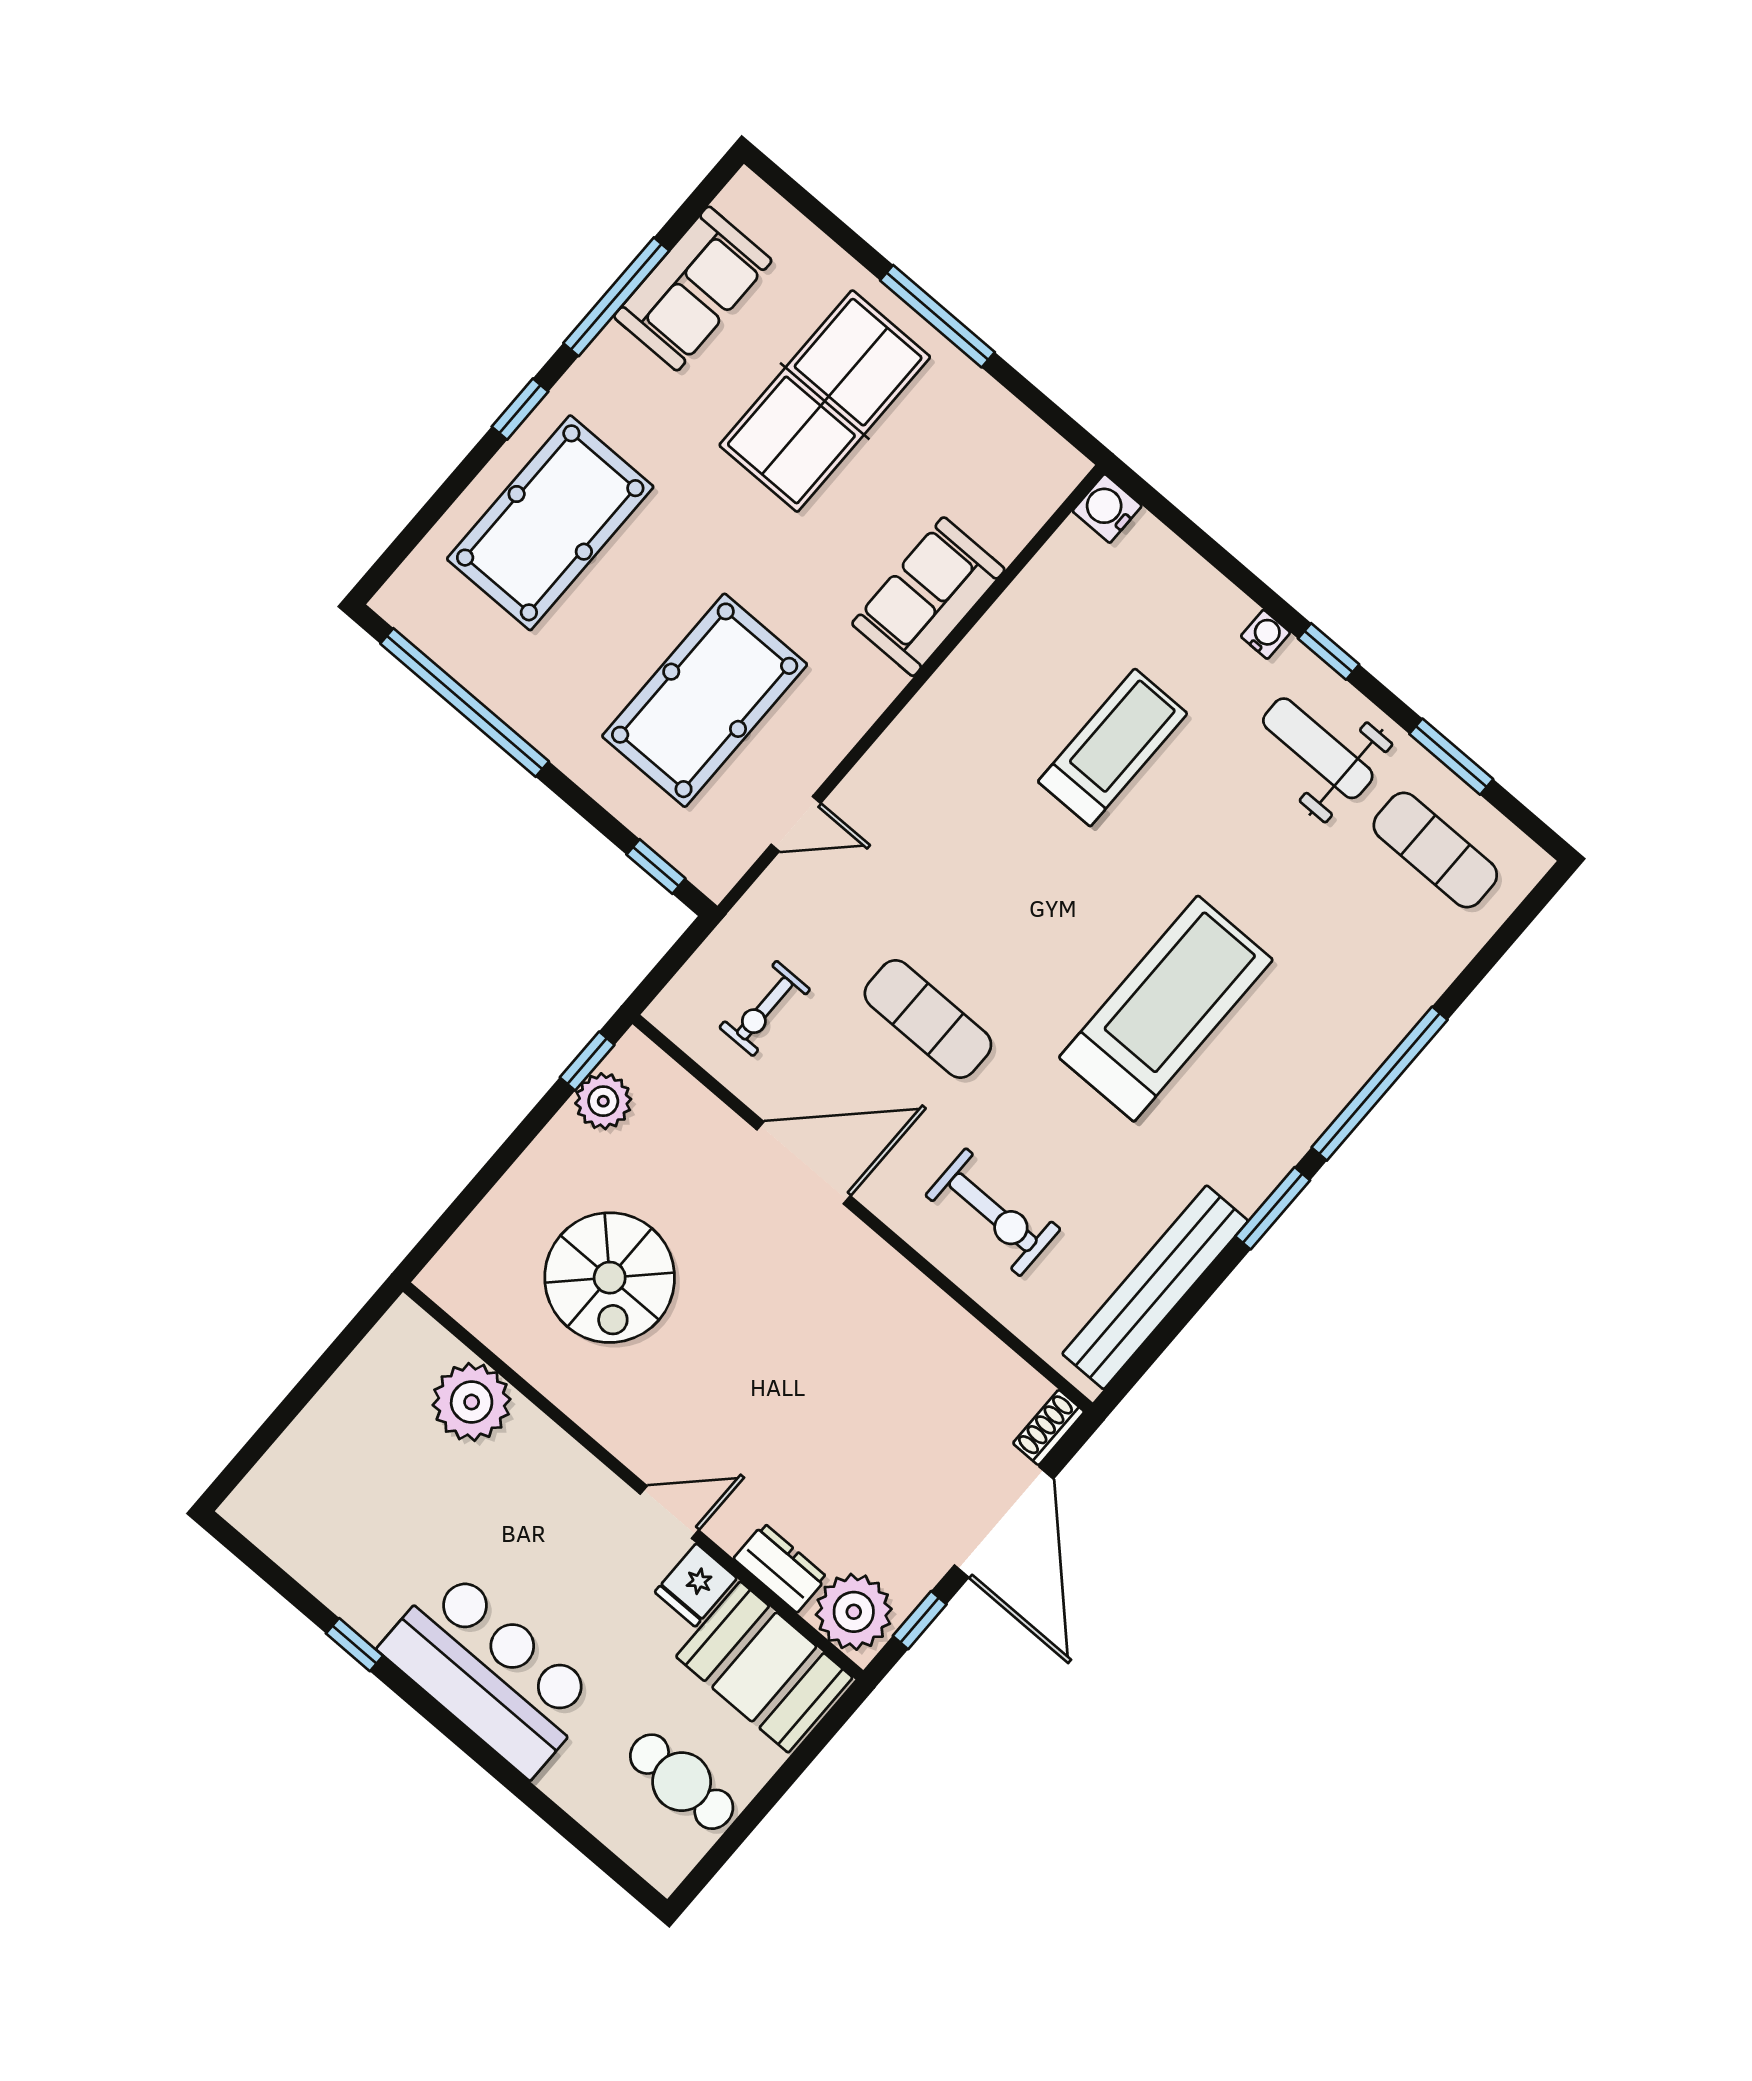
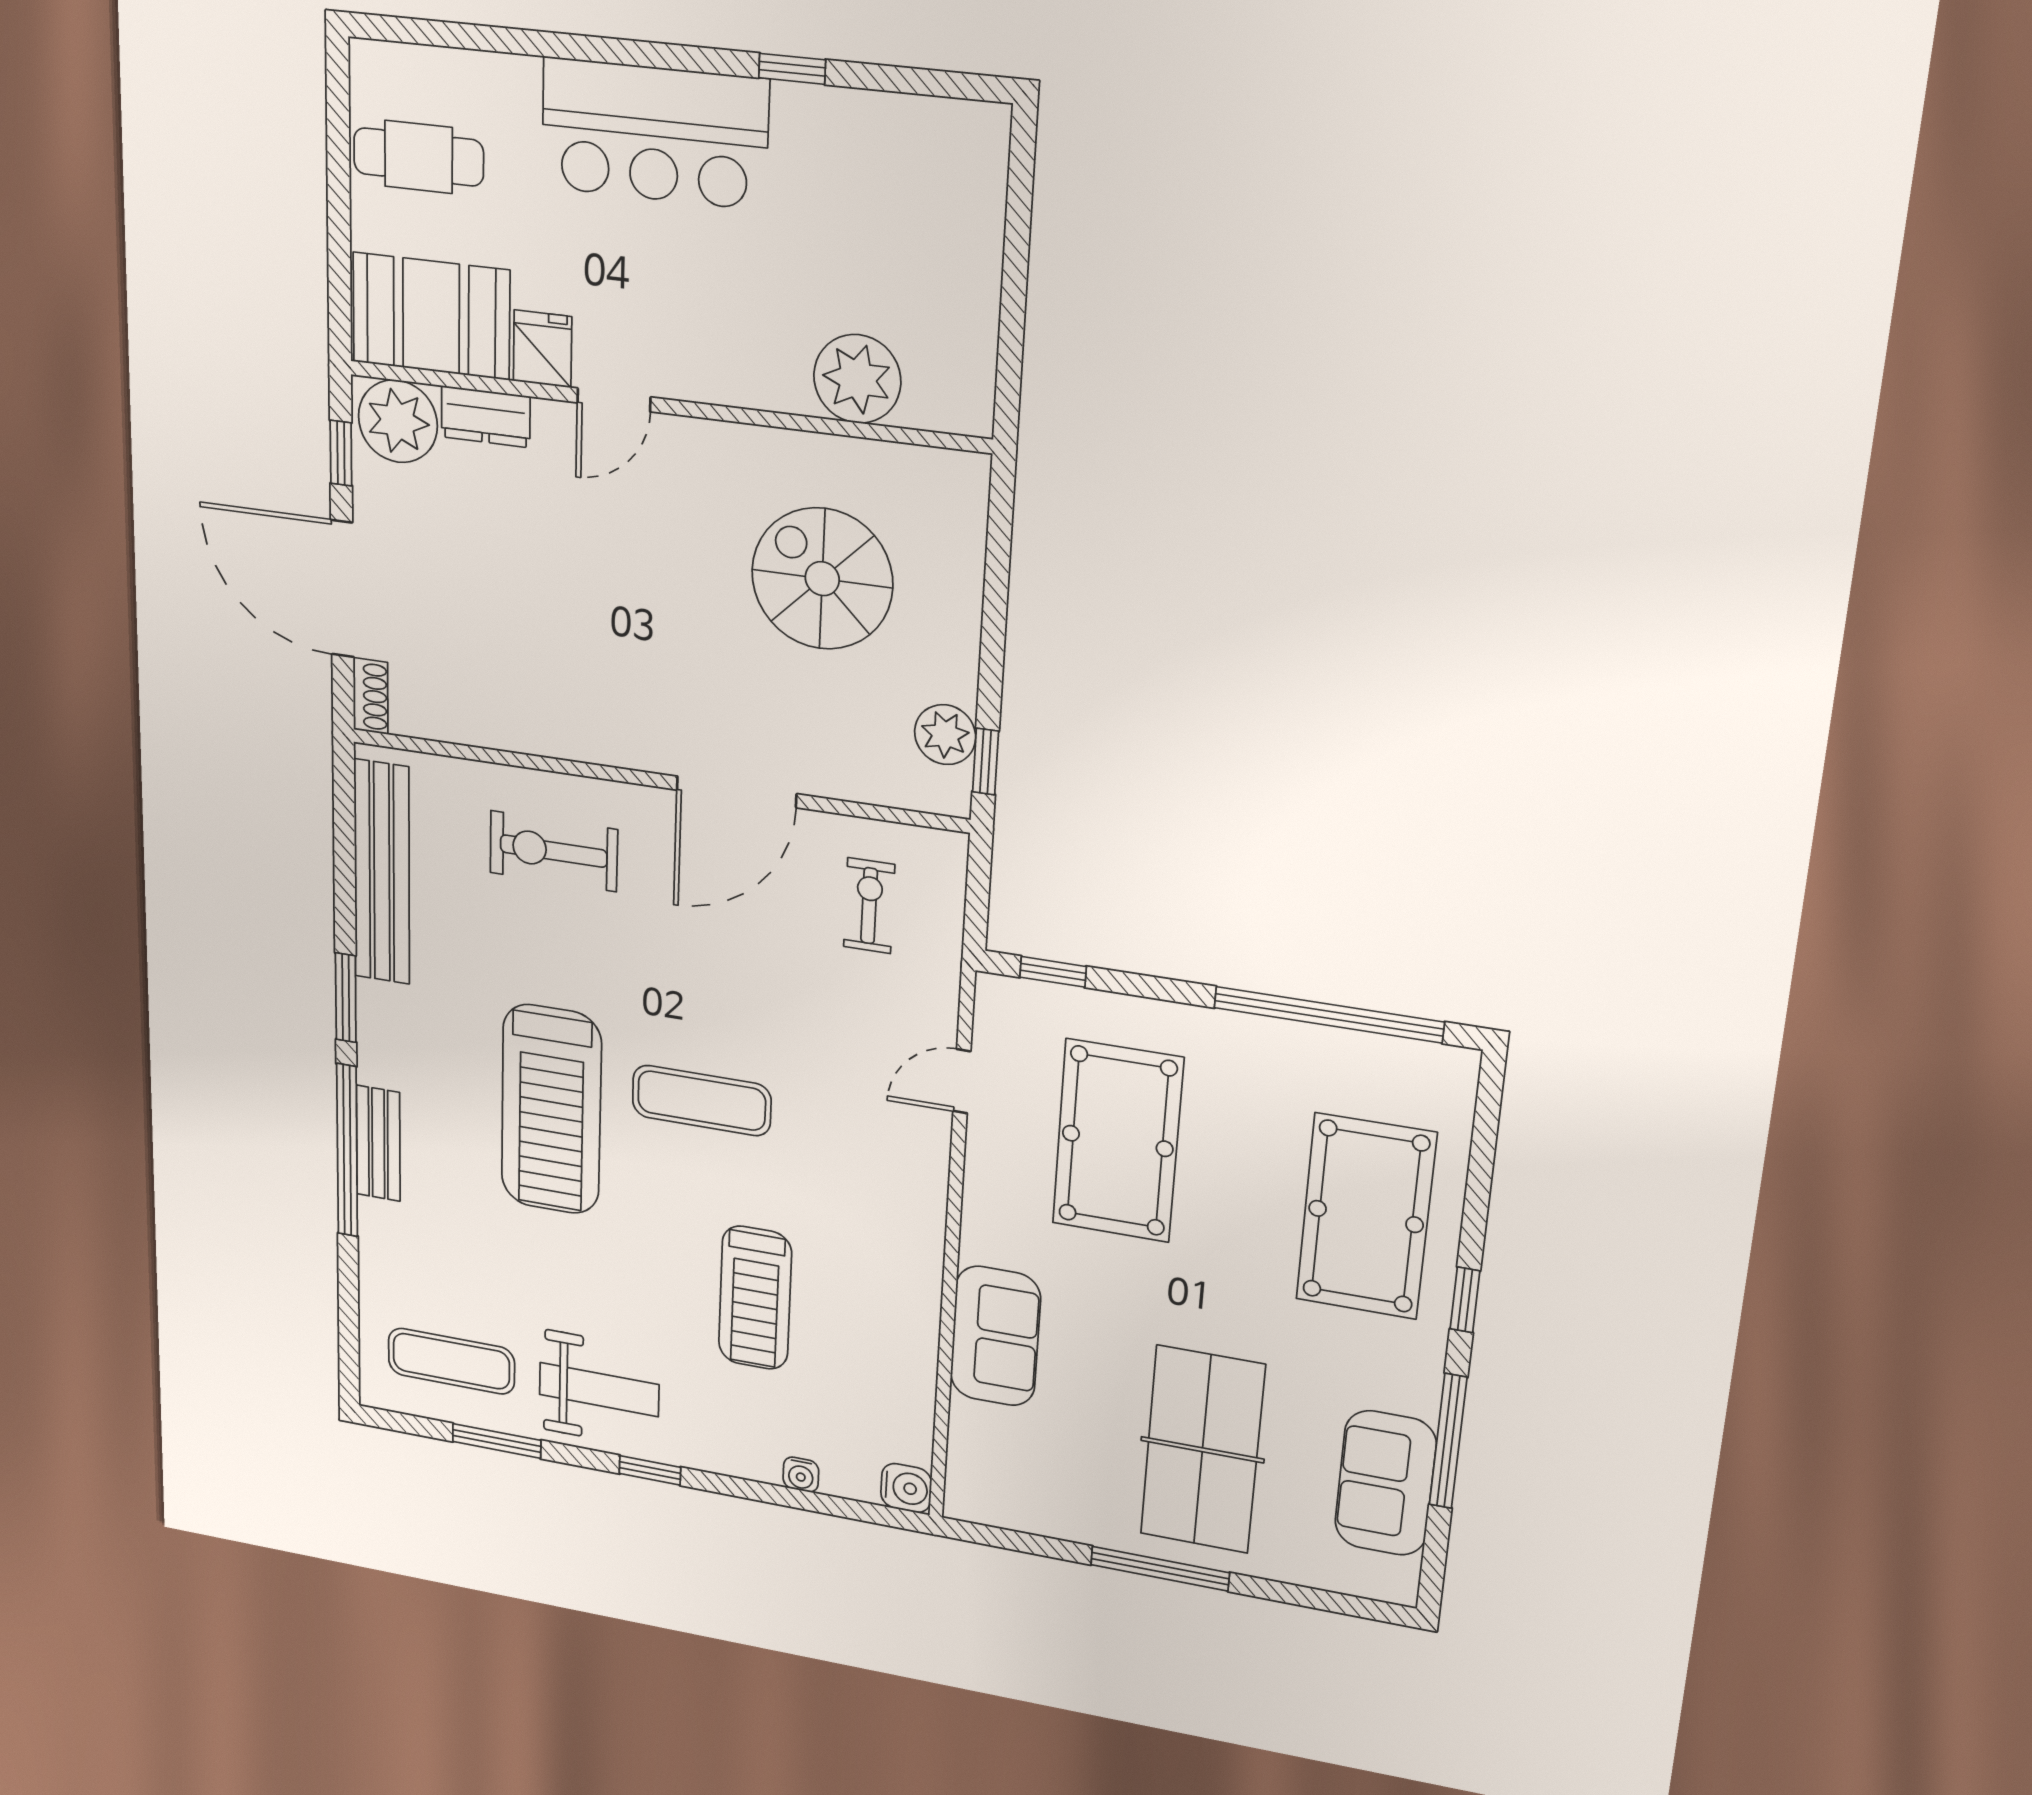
water cooler: (1265, 634) -> (801, 1475), moved
exercise mat: (928, 1019) -> (702, 1101), moved
bench: (1346, 1073) -> (378, 1143), added

